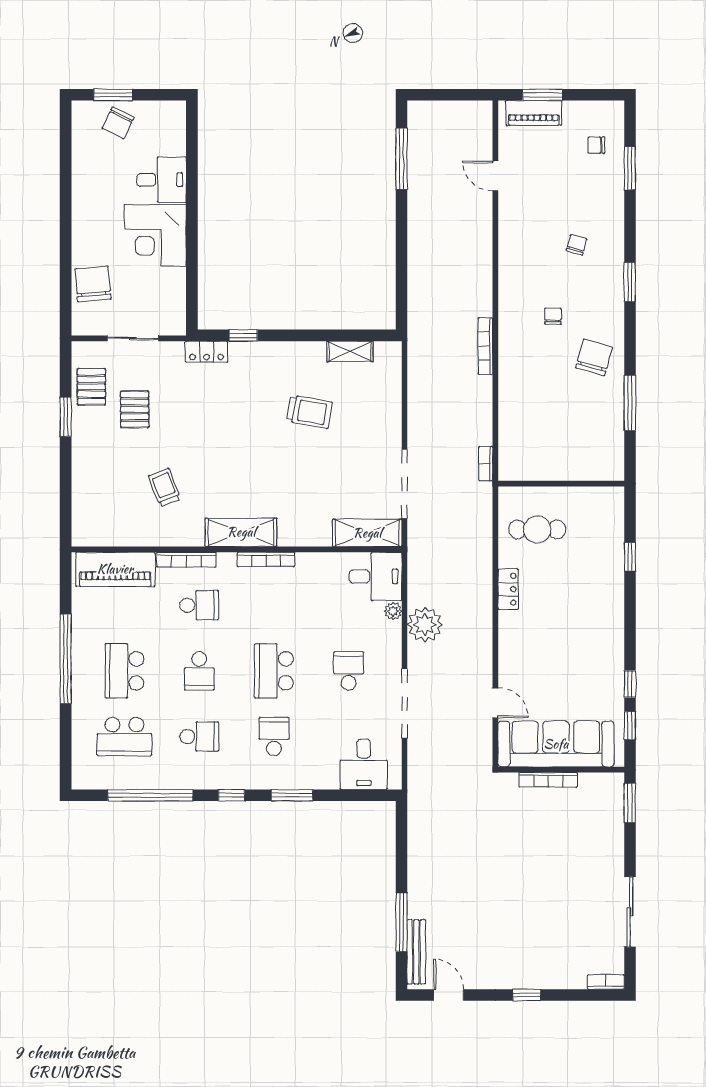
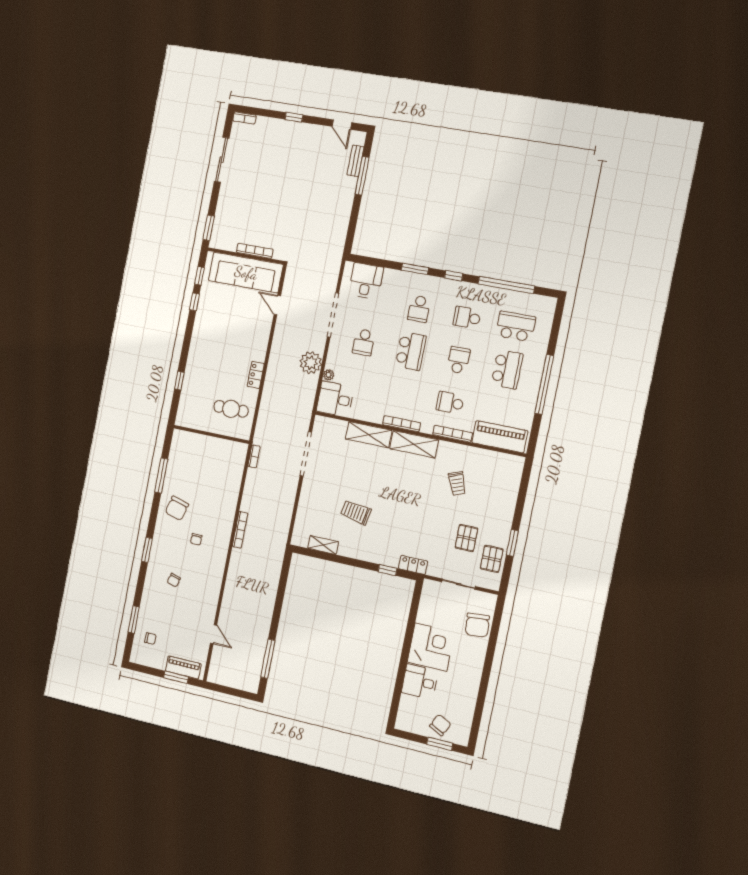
shelving: (367, 533) -> (369, 435), moved
bench: (416, 952) -> (355, 161), width x0.73

